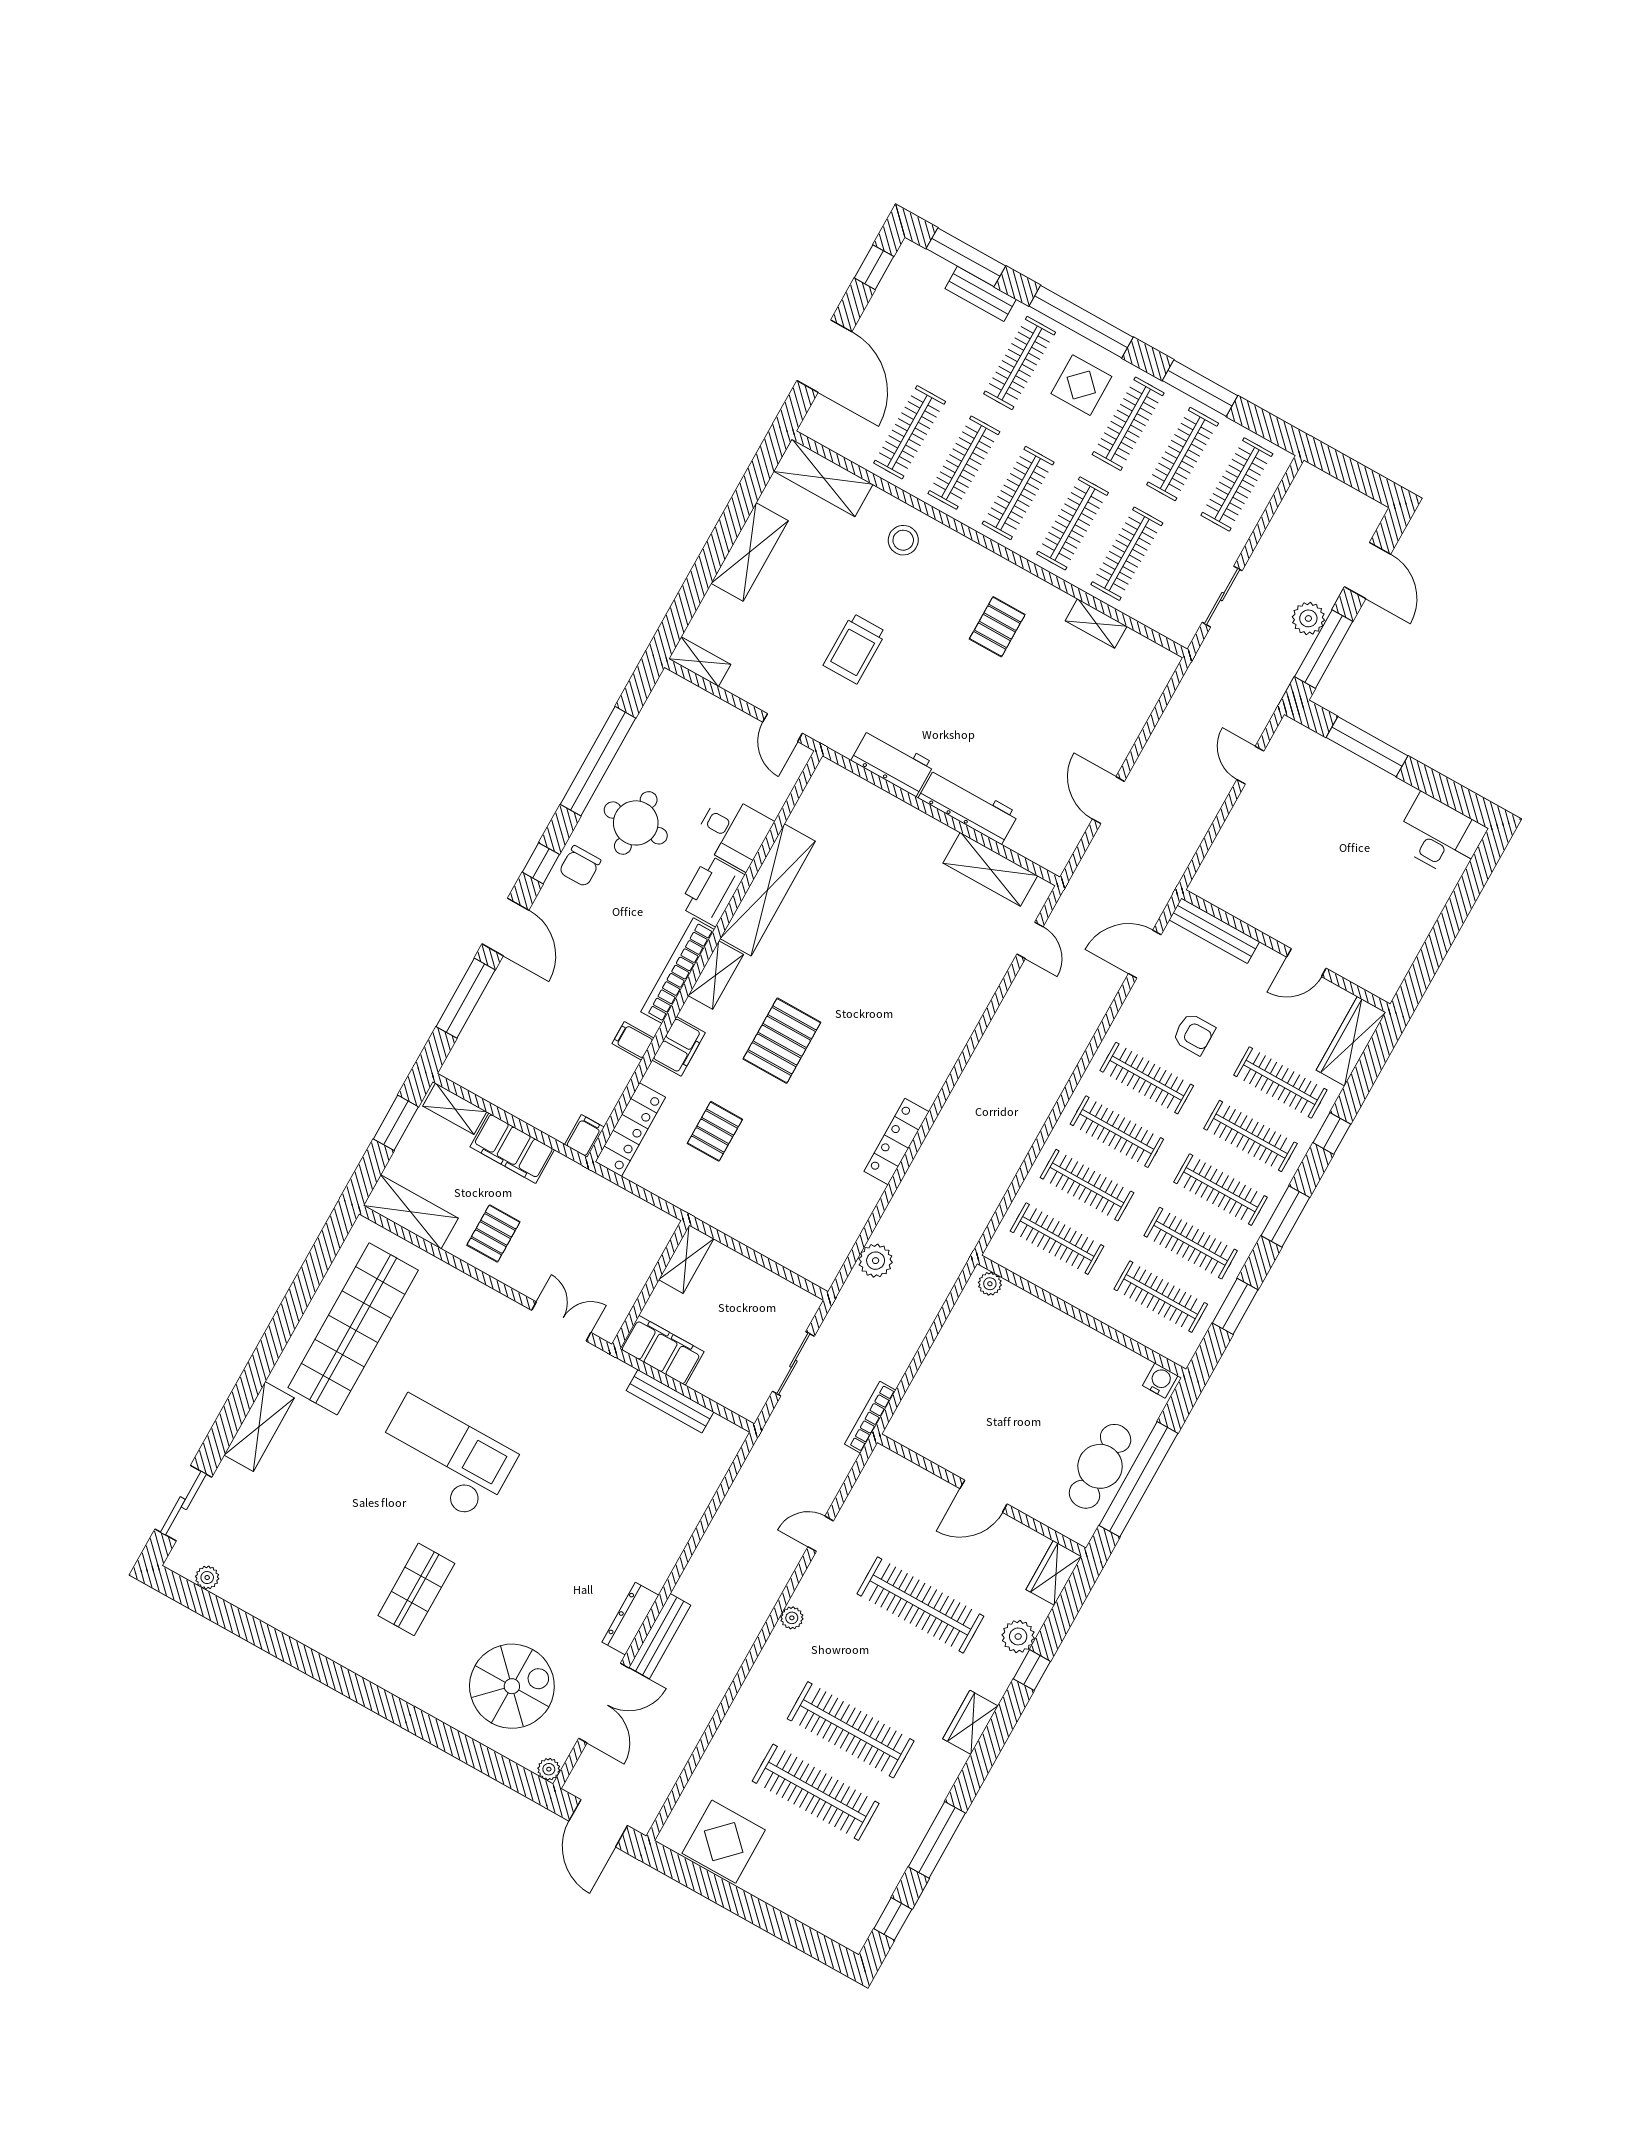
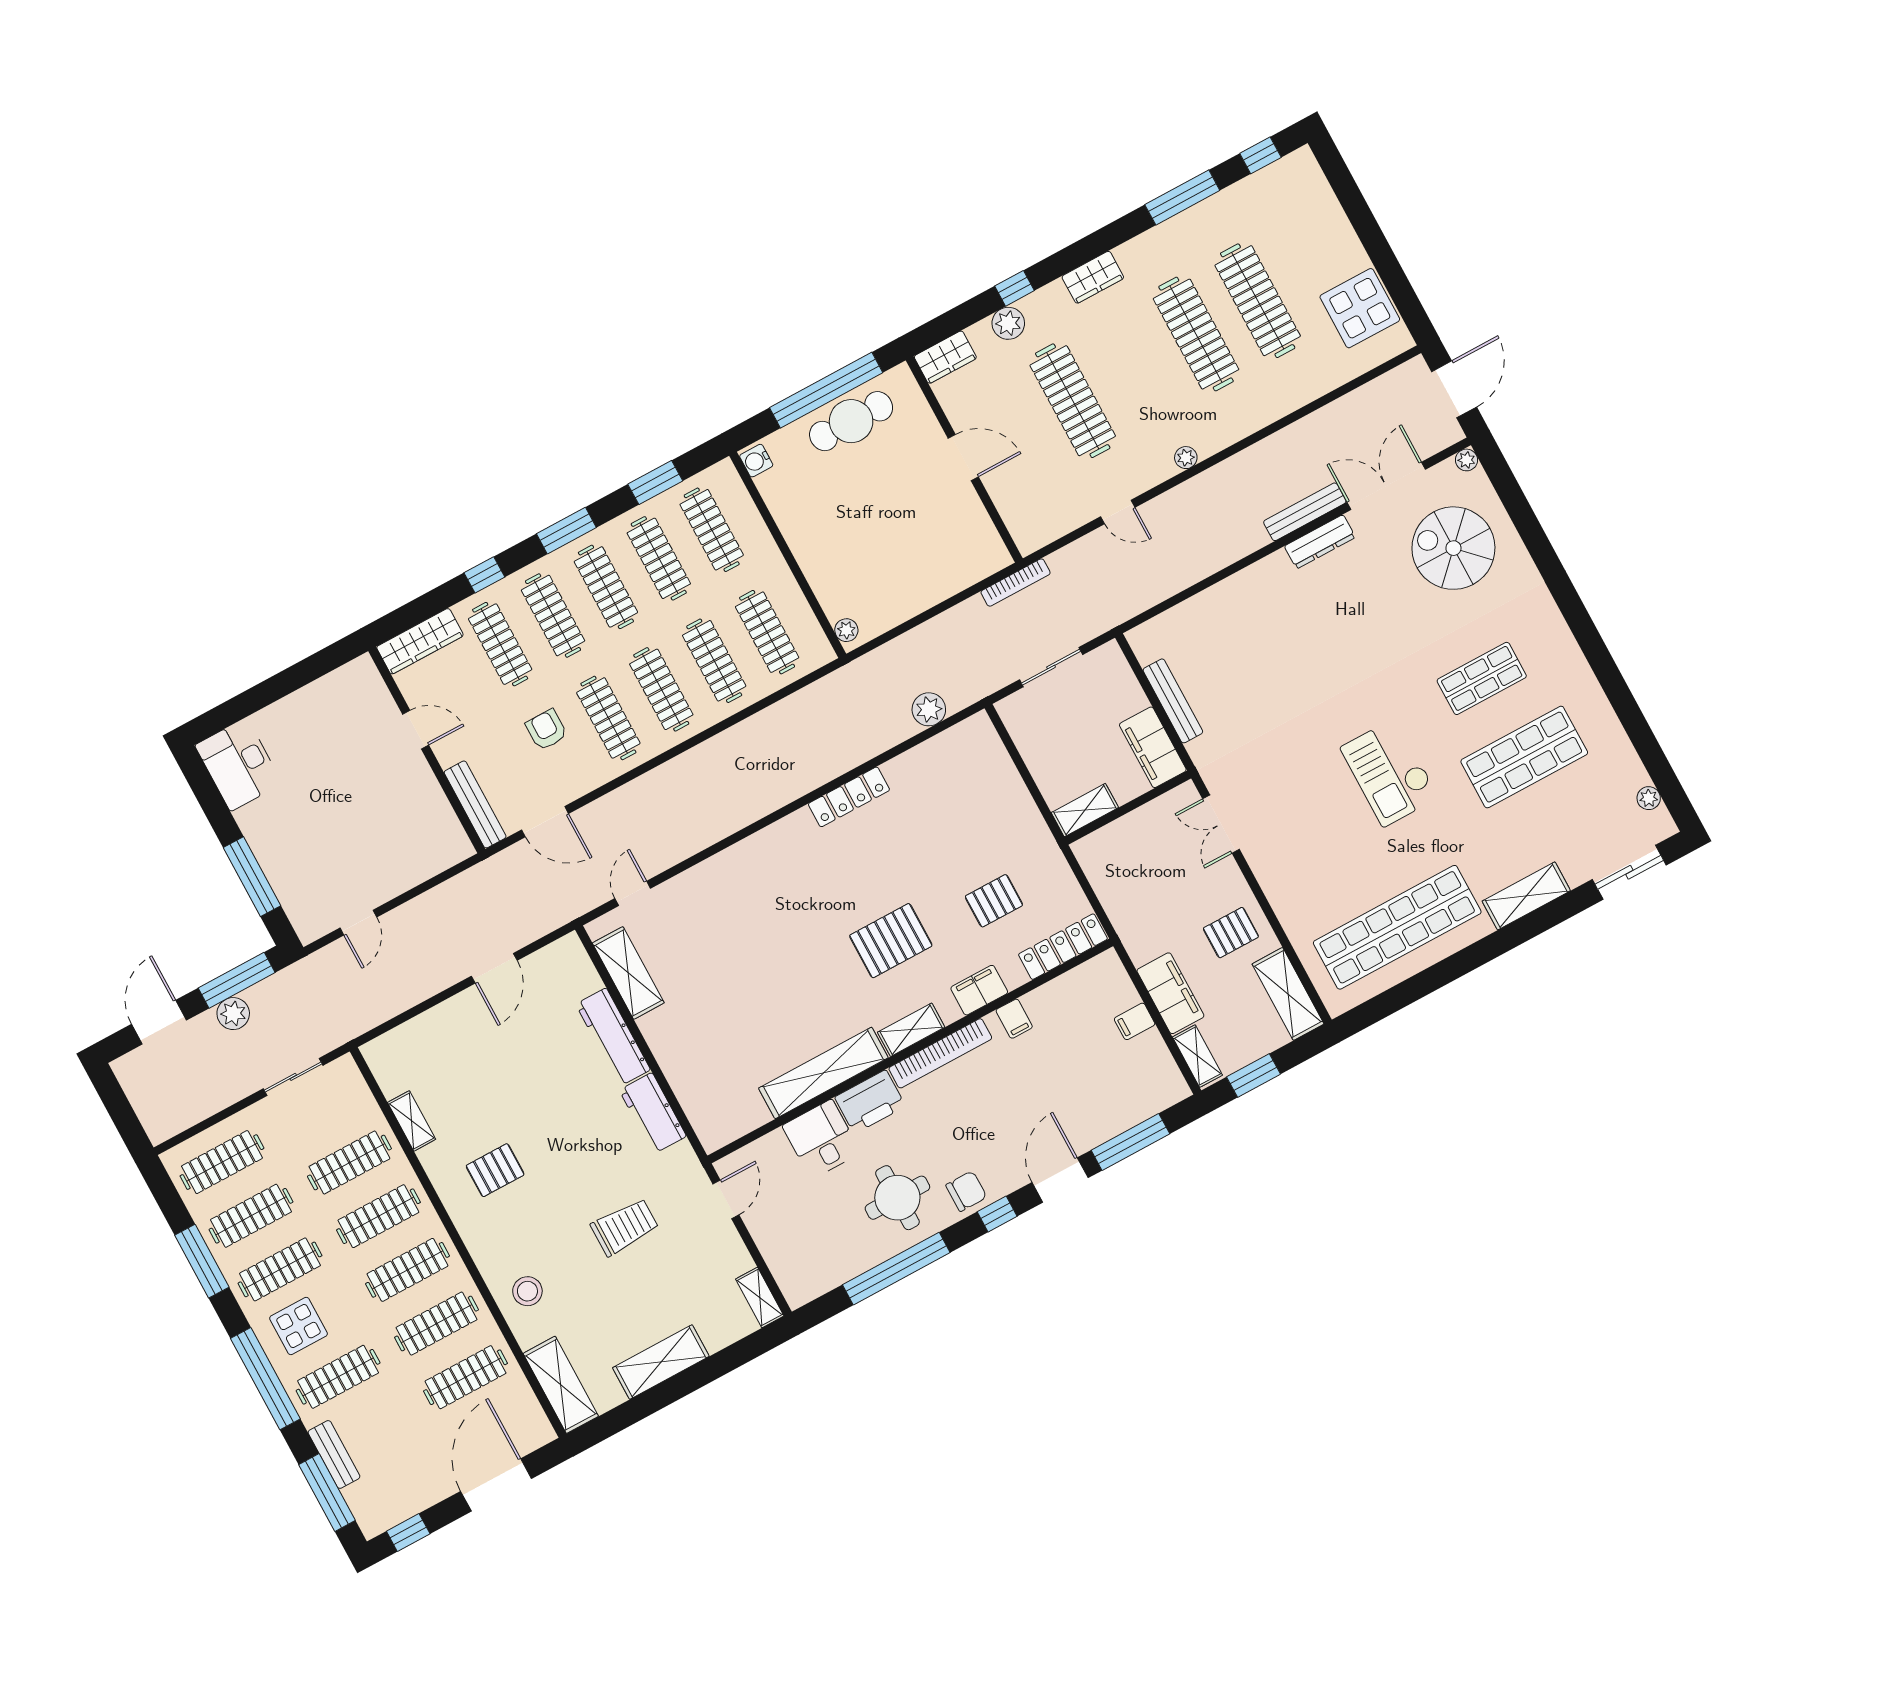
filing cabinet: (584, 1136) -> (1135, 1021), moved
checkout: (444, 1458) -> (1389, 772), width x0.73, depth x0.83
shop shelf: (337, 1545) -> (1524, 757), added

